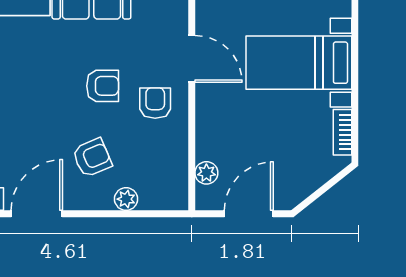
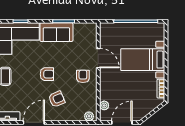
armchair: (103, 86) -> (47, 74), moved
plant: (126, 199) -> (89, 116), moved

